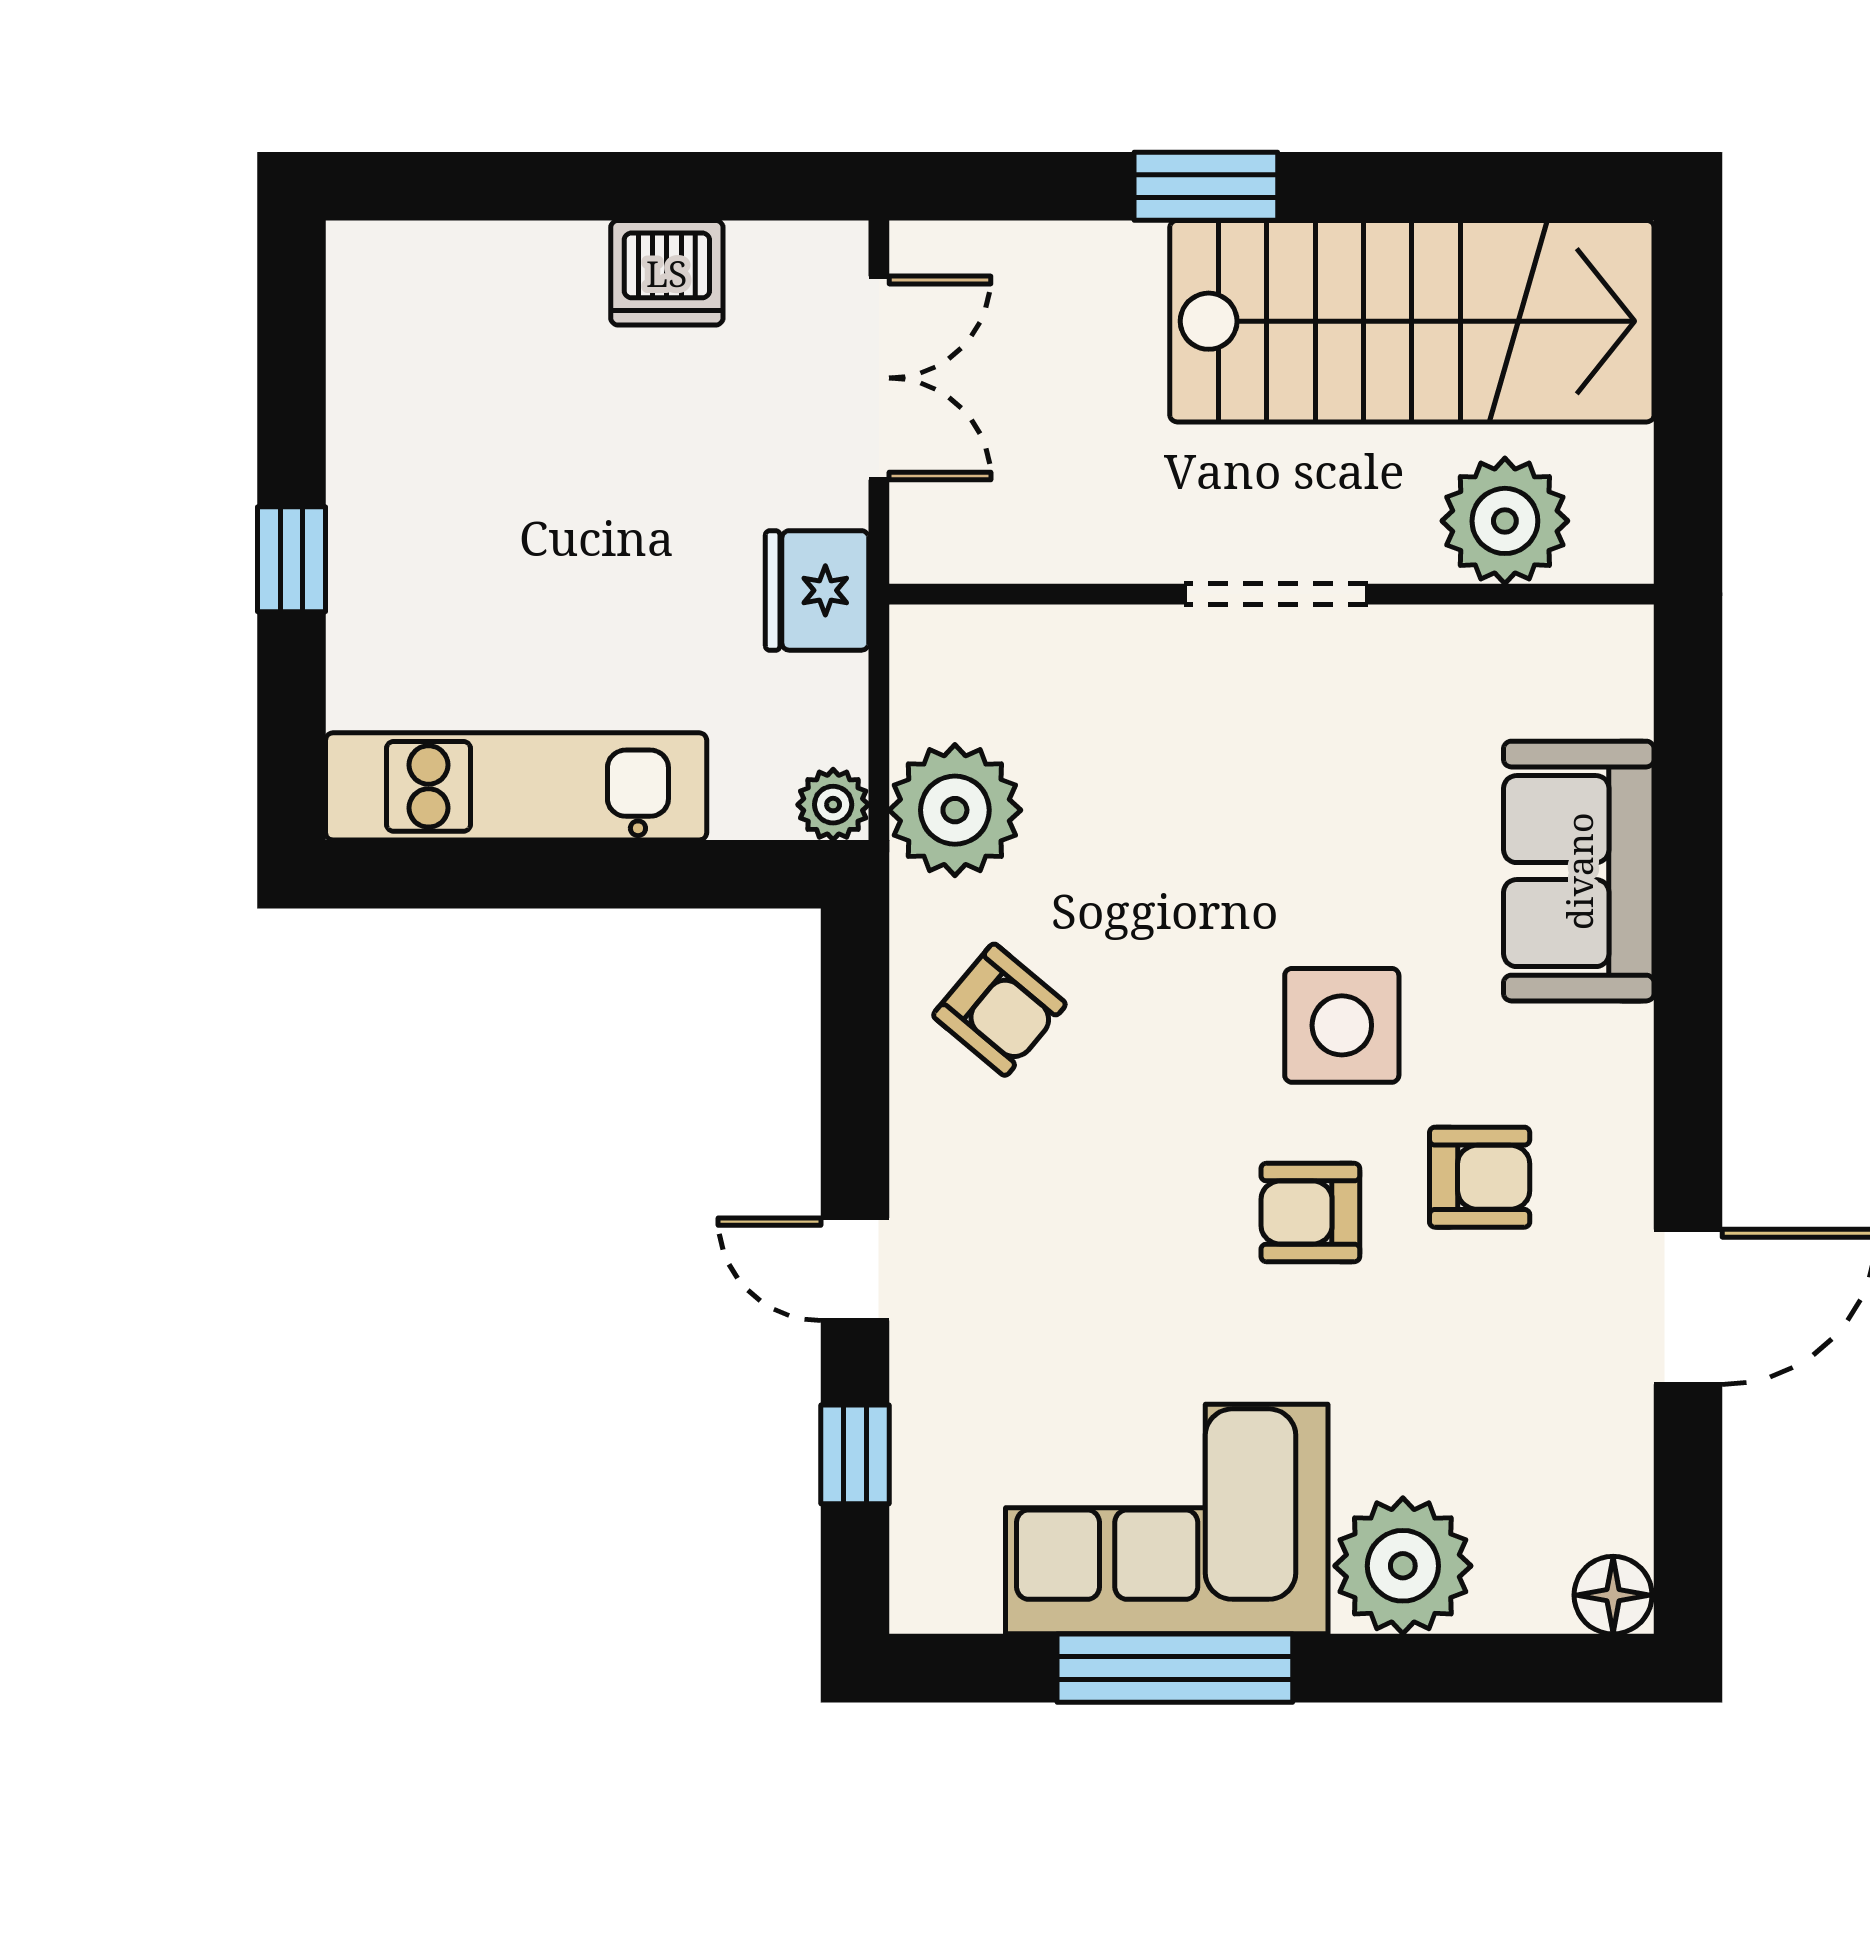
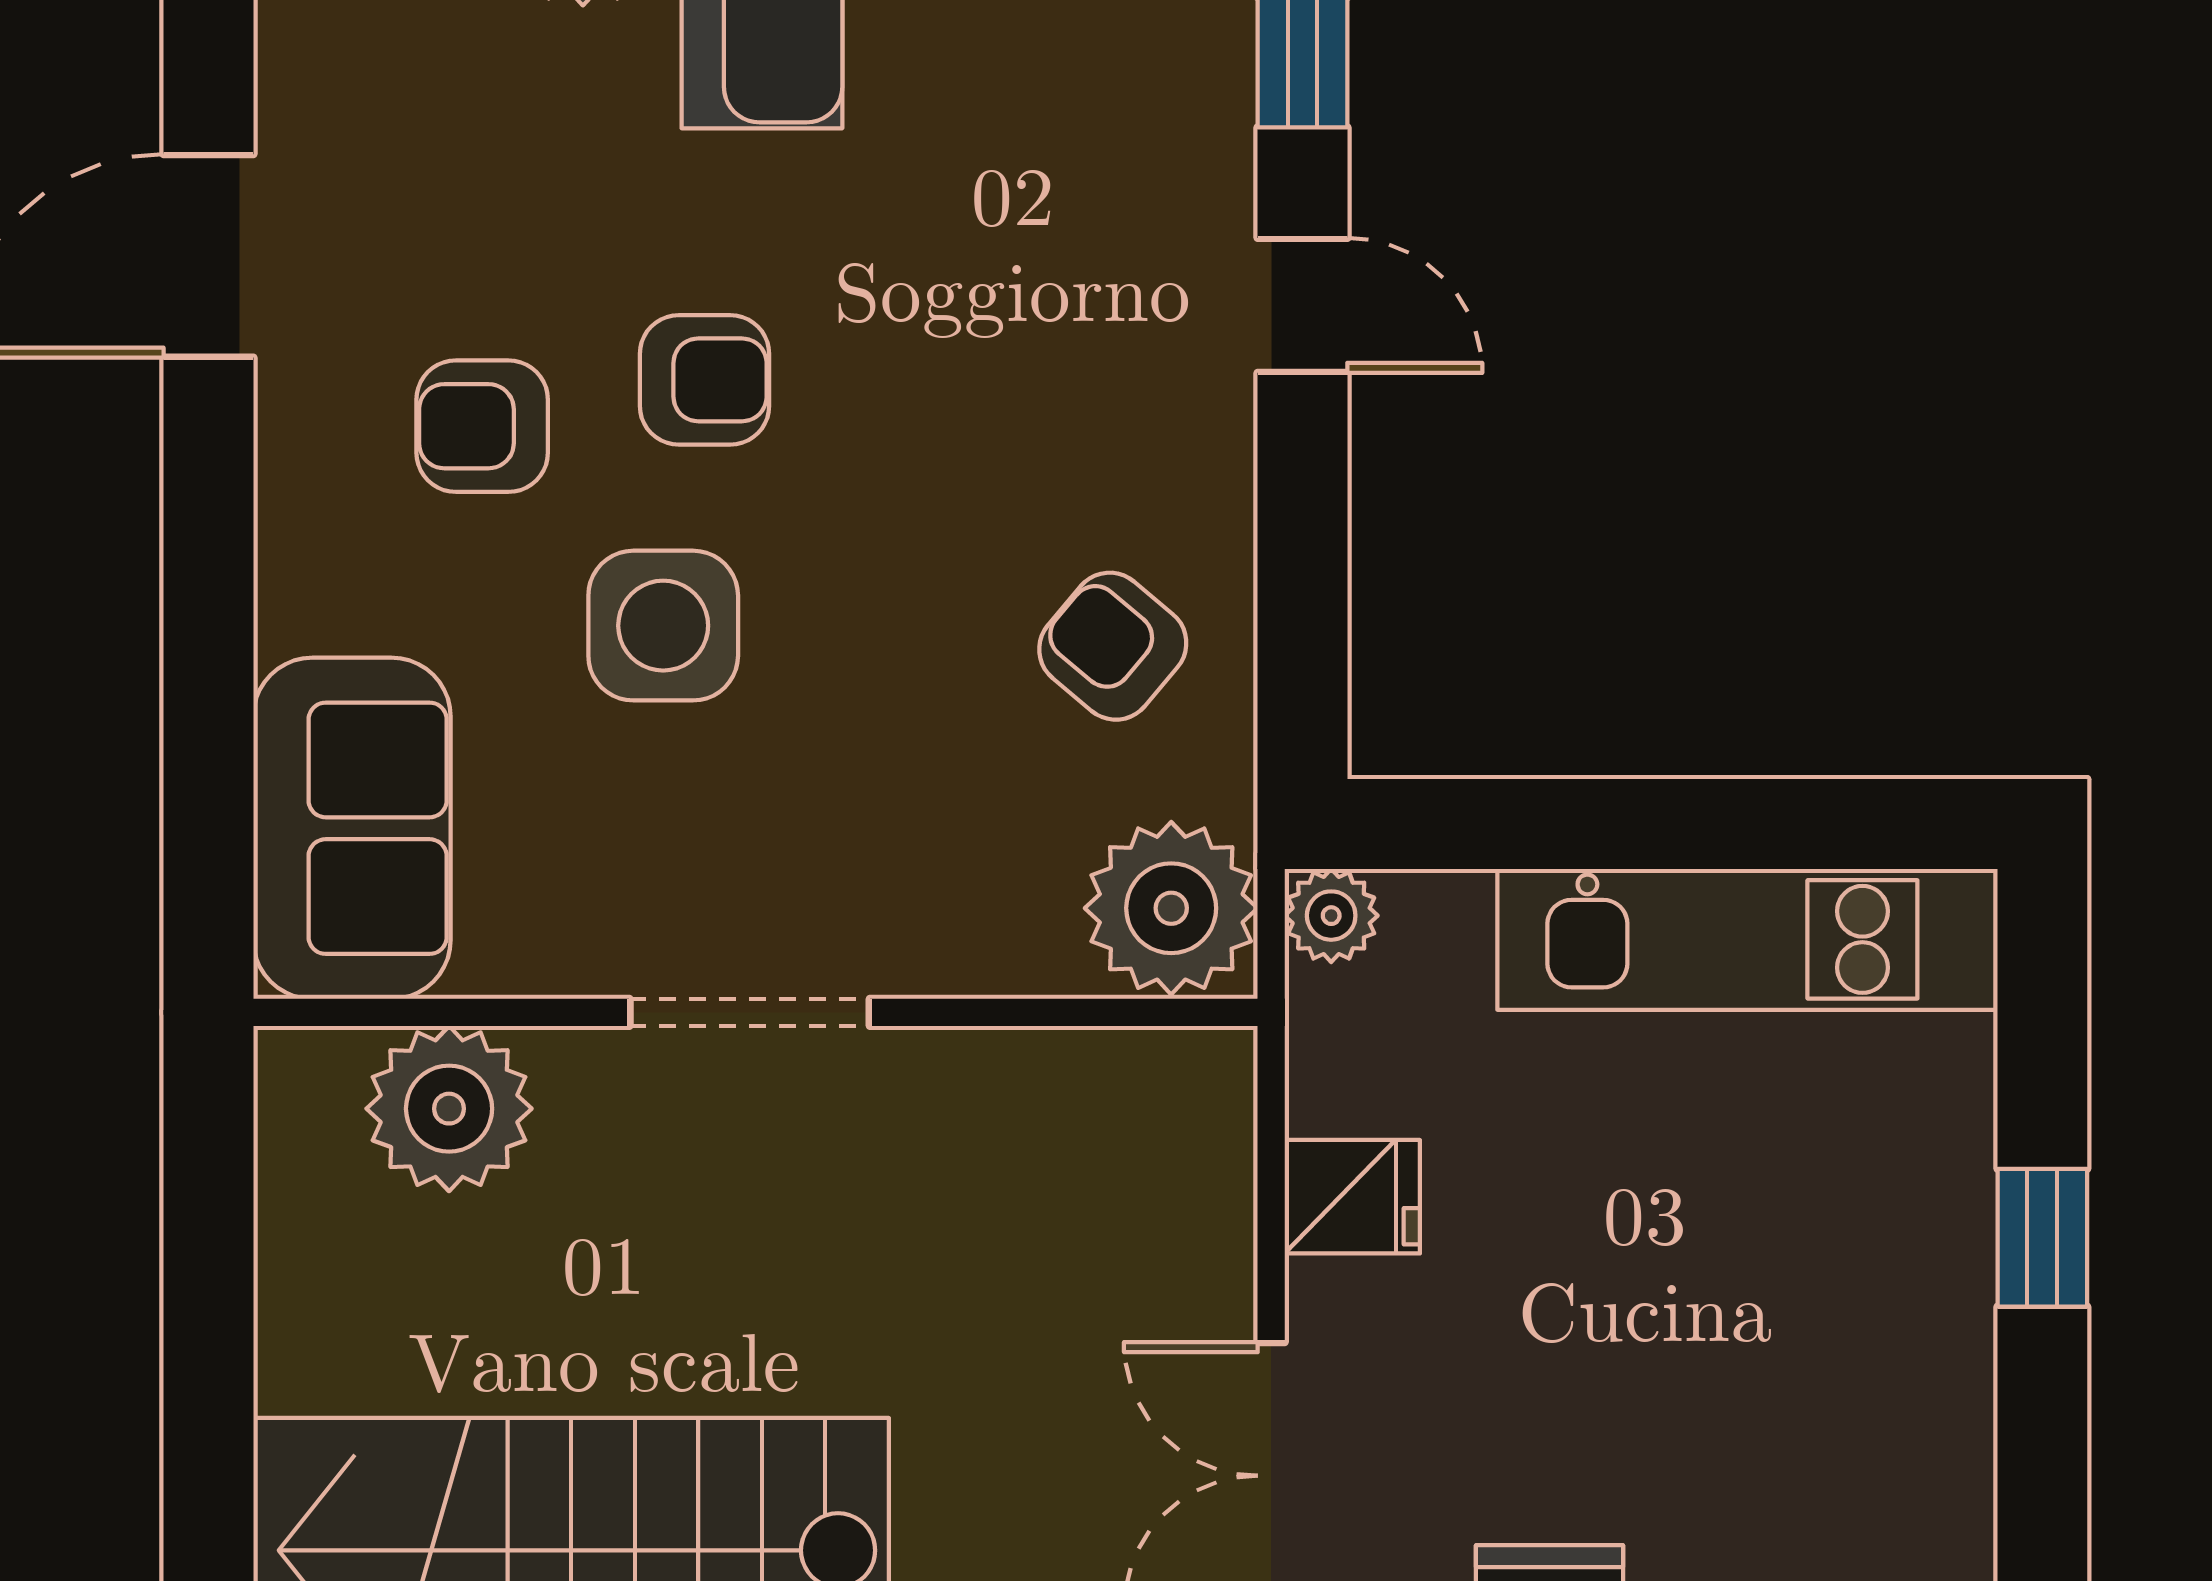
plant: (1505, 521) -> (449, 1109), moved
fridge: (817, 590) -> (1352, 1197), width x0.72
wall: (1272, 594) -> (755, 1012), moved
doorway: (1276, 594) -> (750, 1012), moved

